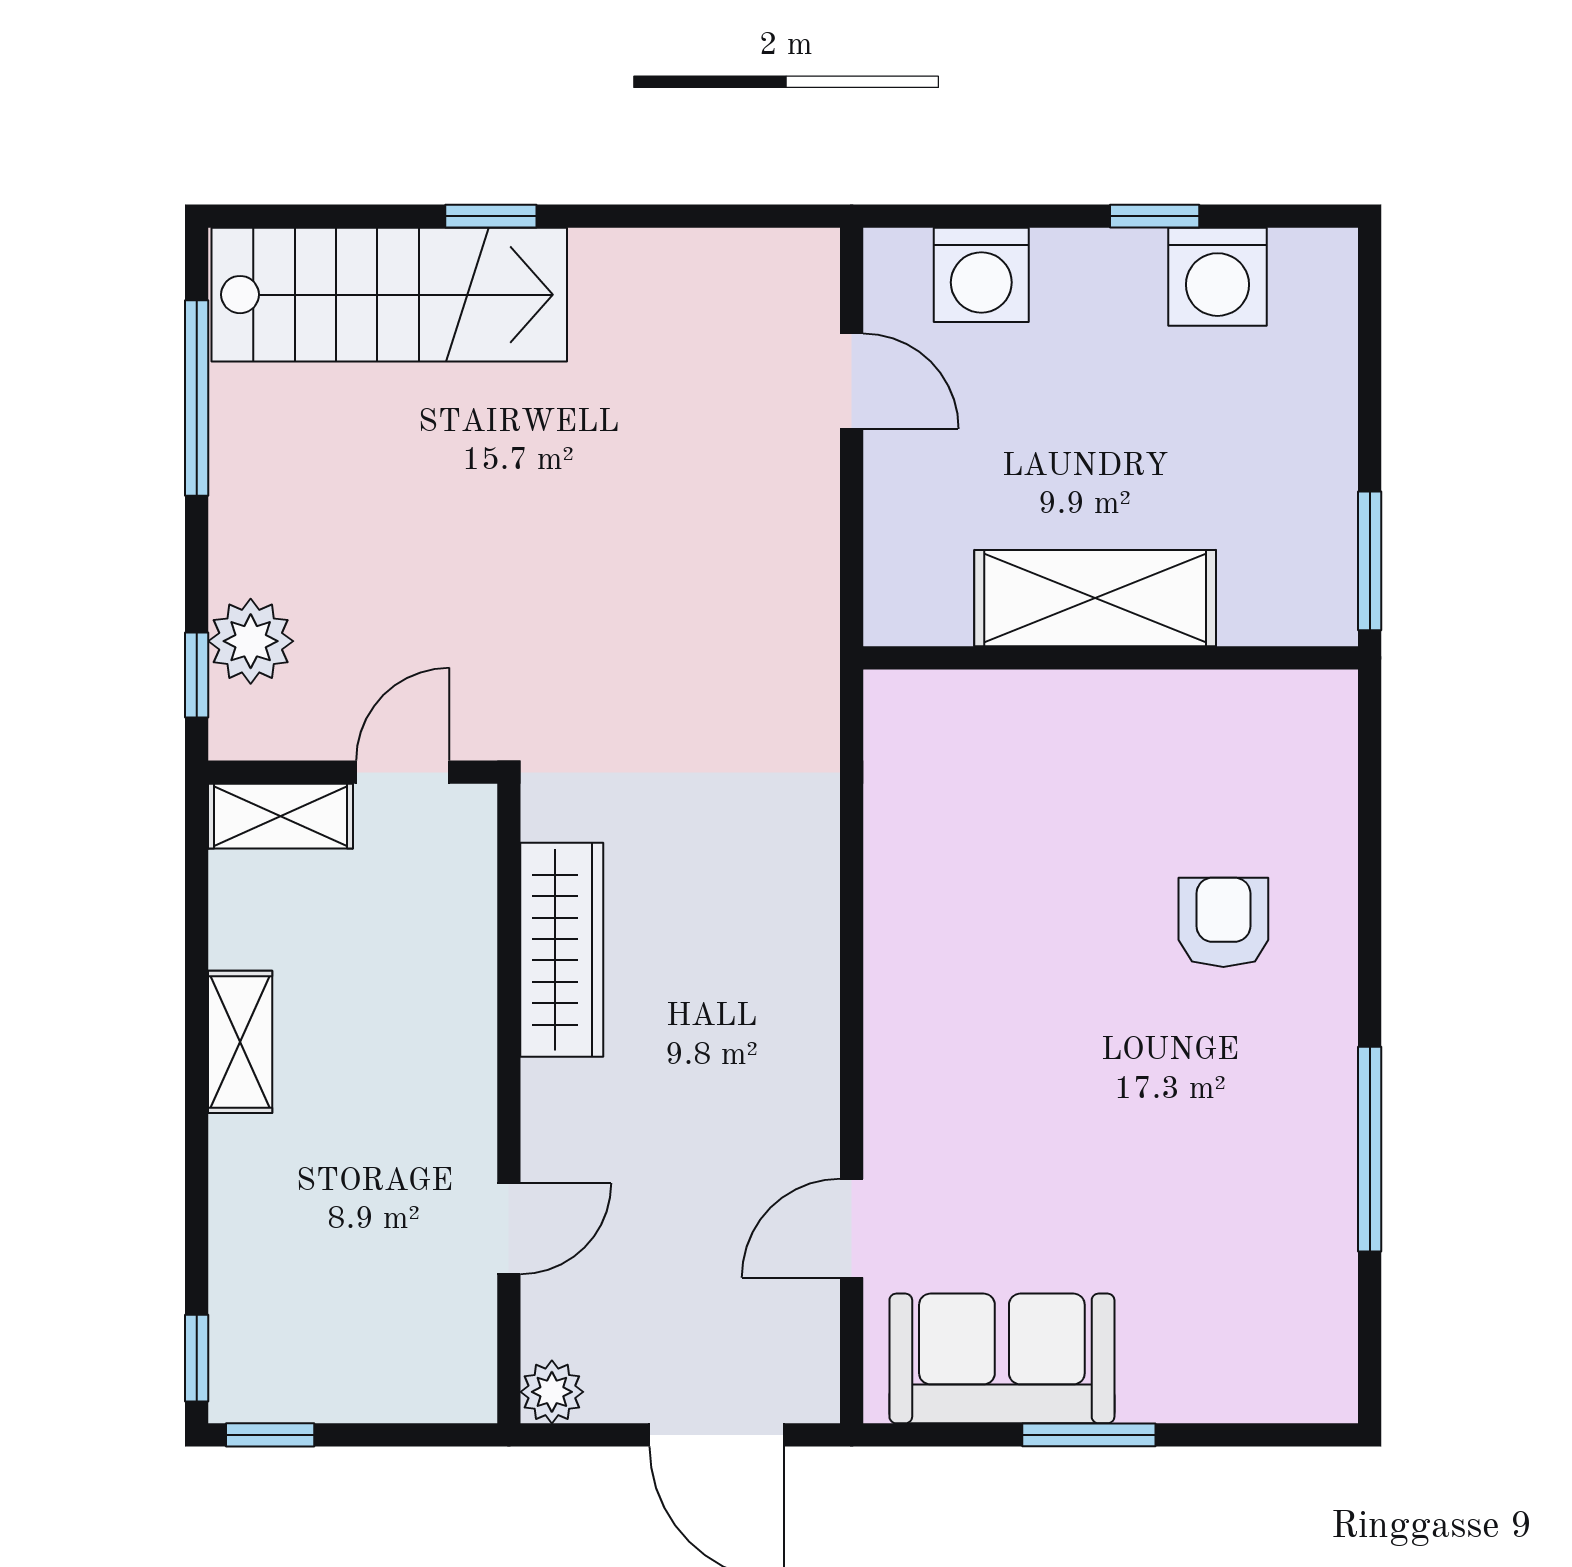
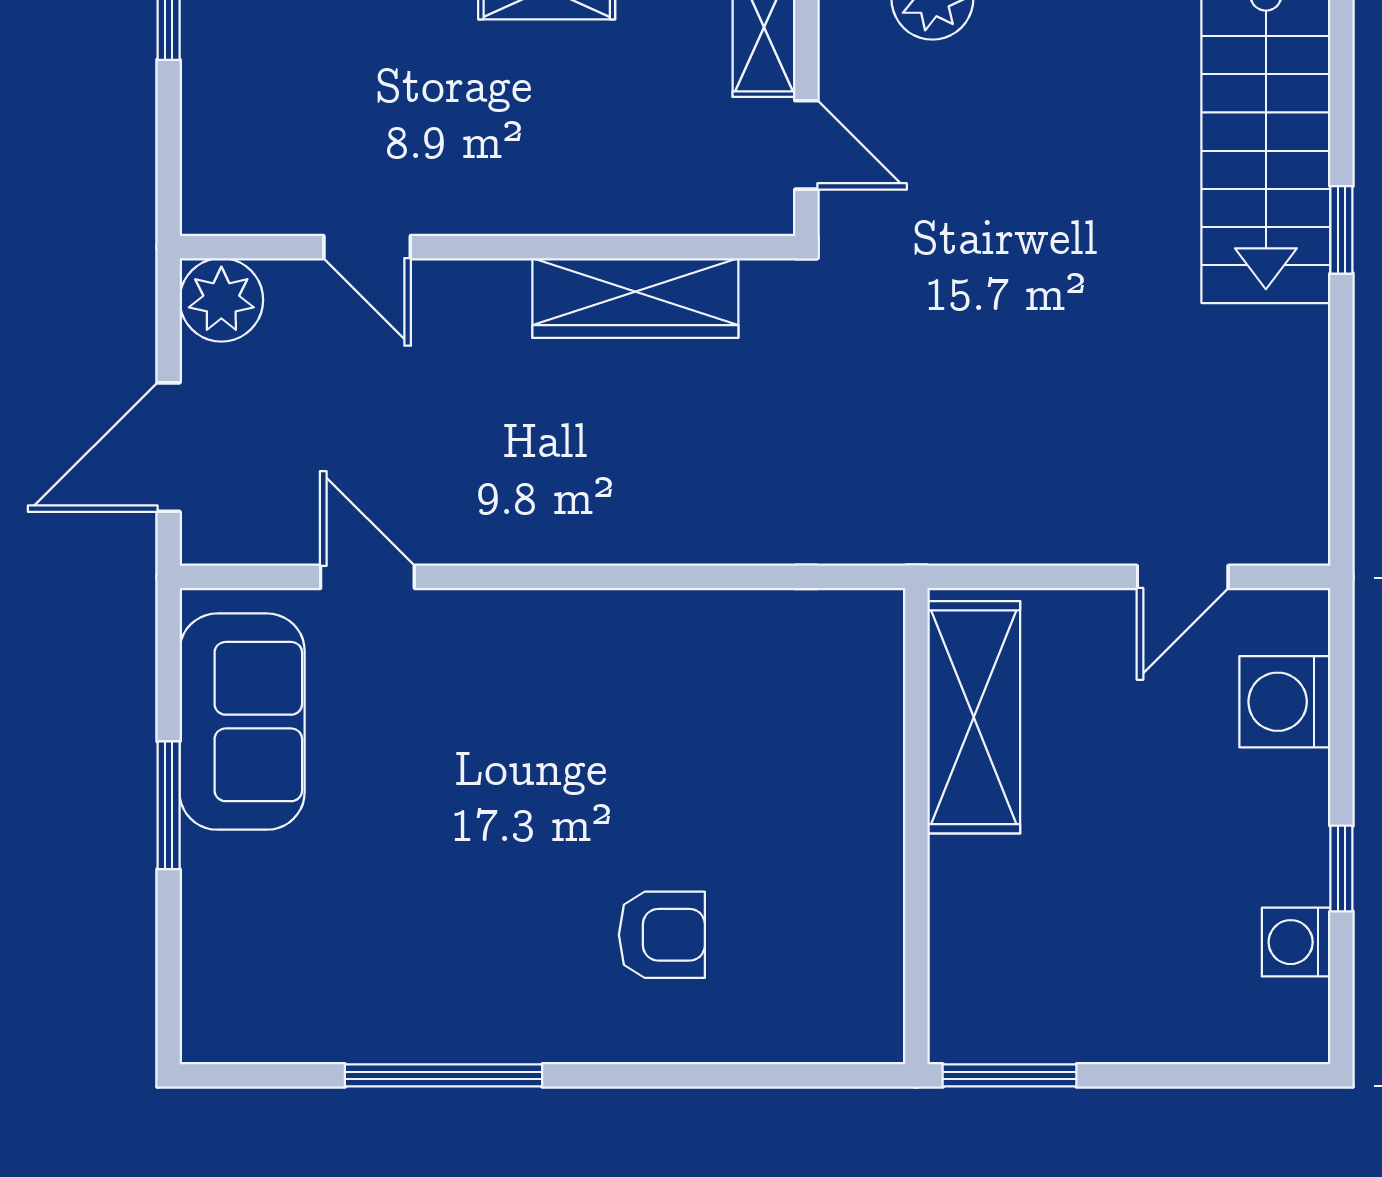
washing machine: (1218, 277) -> (1296, 942), width x0.73, depth x0.73
shelving: (1095, 598) -> (974, 717), moved
plant: (552, 1392) -> (221, 300), width x1.38, depth x1.38

